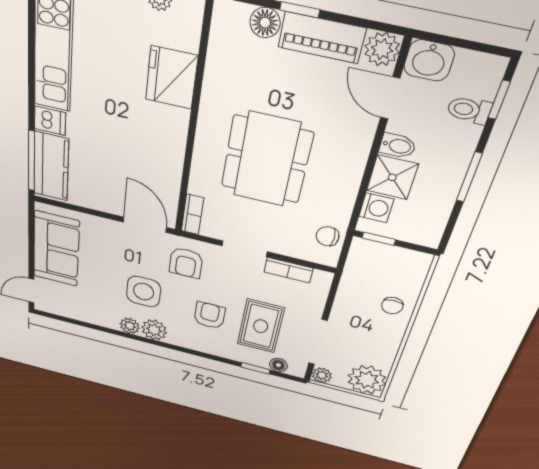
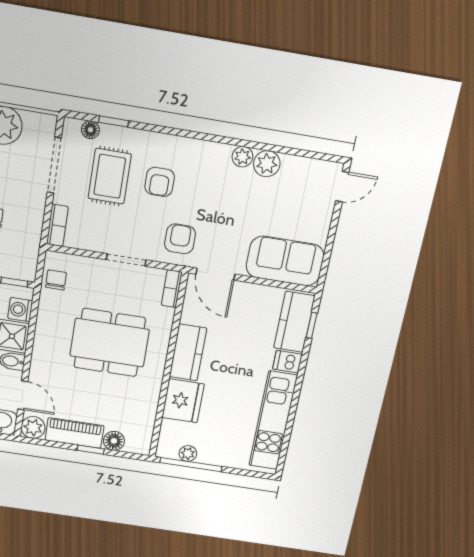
kitchen counter: (169, 140) -> (188, 352), added
dining table: (266, 160) -> (110, 343), turned 90
window: (31, 161) -> (312, 325), width x0.46
chair: (328, 236) -> (56, 280), turned -90
sofa: (56, 249) -> (285, 261), moved, turned 90
bookcase: (288, 270) -> (57, 225), moved, turned 90
side table: (144, 292) -> (224, 201), removed
plant: (154, 330) -> (267, 164), moved
plant: (322, 375) -> (47, 124), removed

